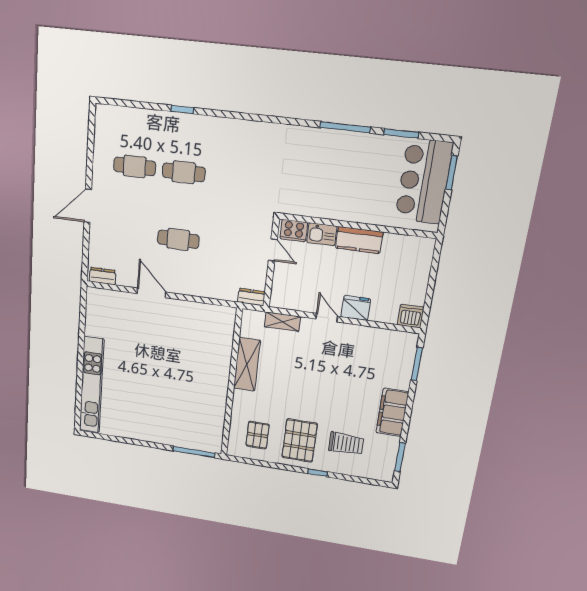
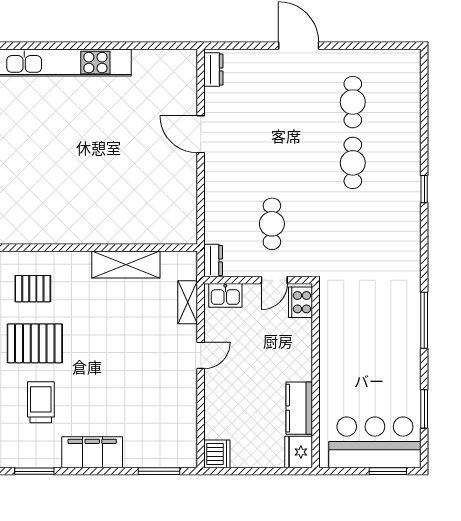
window: (182, 109) -> (424, 189), moved
window: (345, 127) -> (424, 320), moved
kitchen sink: (322, 234) -> (225, 295), moved, turned -90
cafe table: (178, 239) -> (272, 224), moved
kitchen counter: (359, 240) -> (299, 408), moved
door: (151, 293) -> (201, 134), swing flipped
fridge: (356, 308) -> (299, 452), moved, turned 180
trolley: (346, 444) -> (41, 402), turned 180

